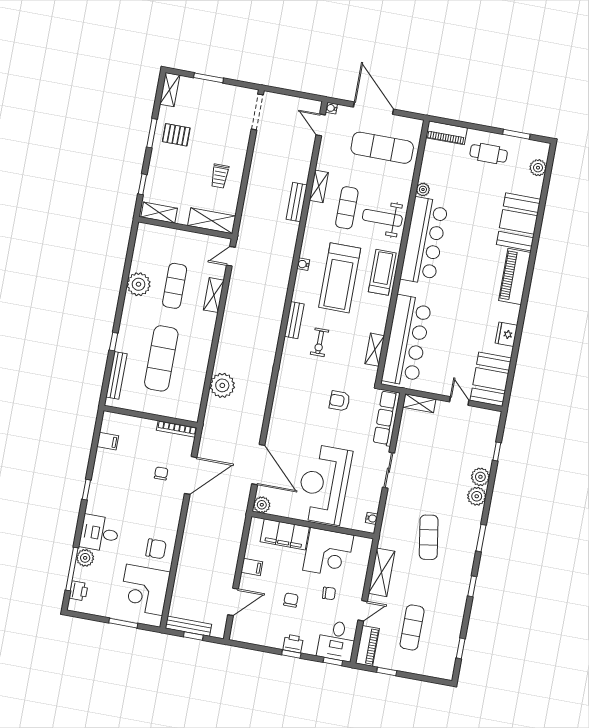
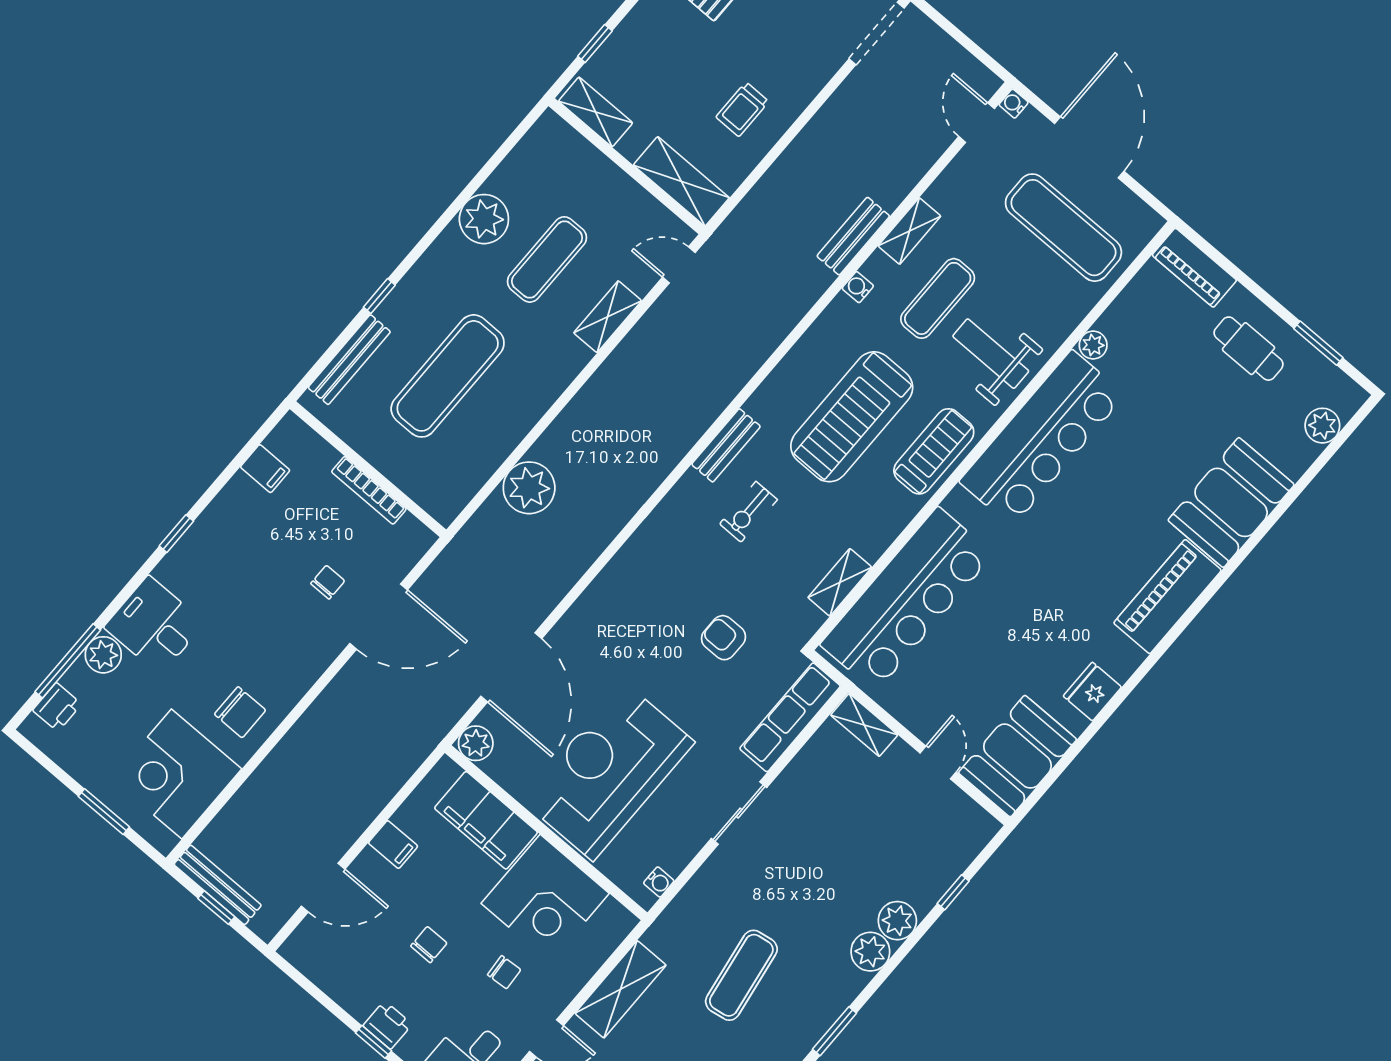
water cooler: (303, 264) -> (858, 287), moved
bookcase: (177, 429) -> (369, 490), moved

